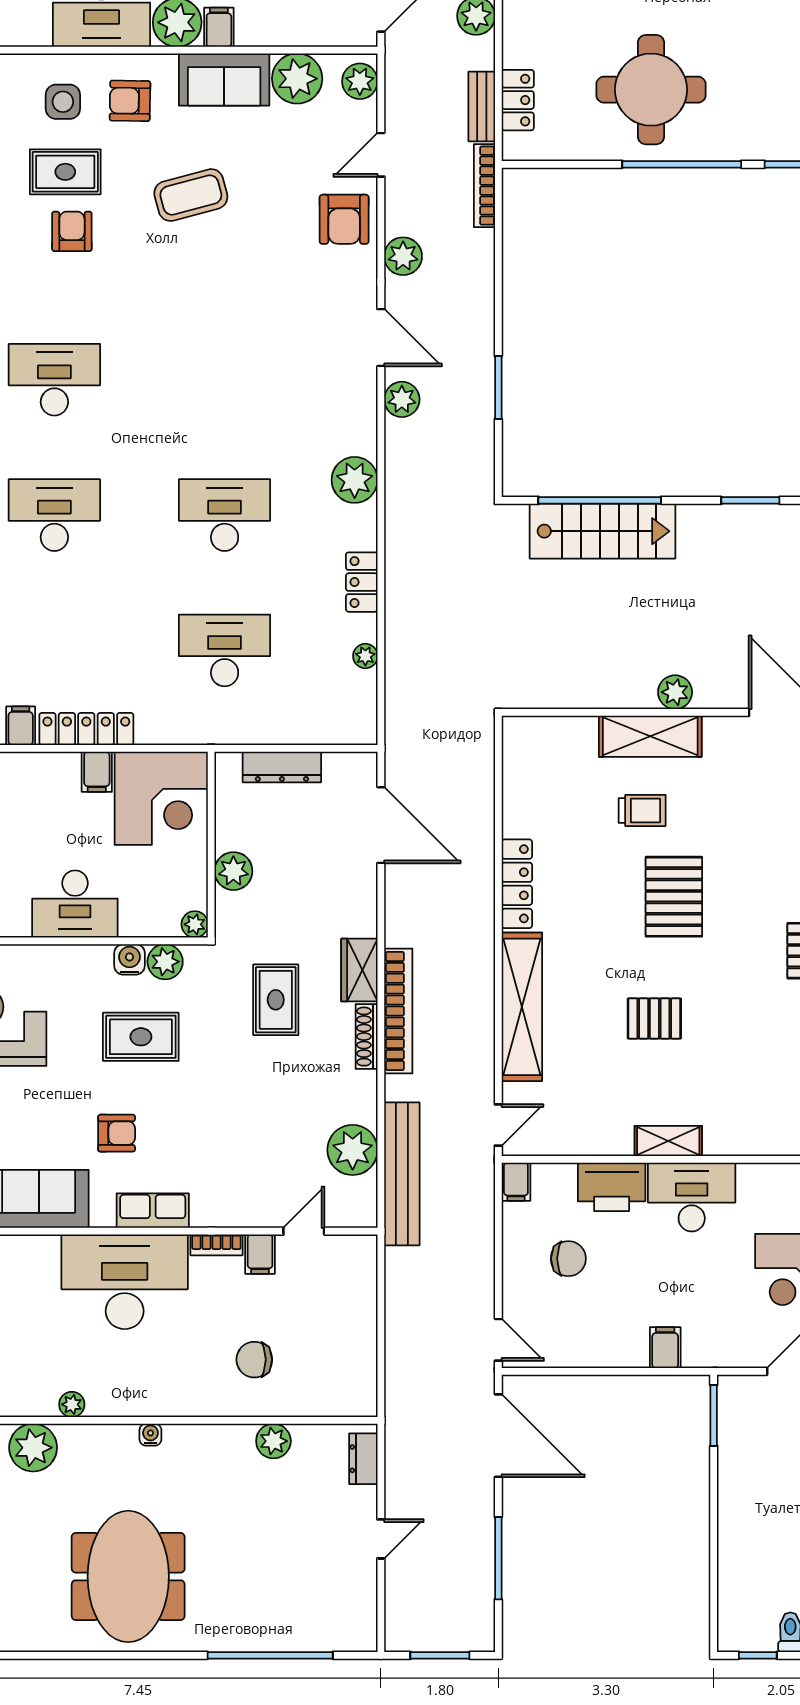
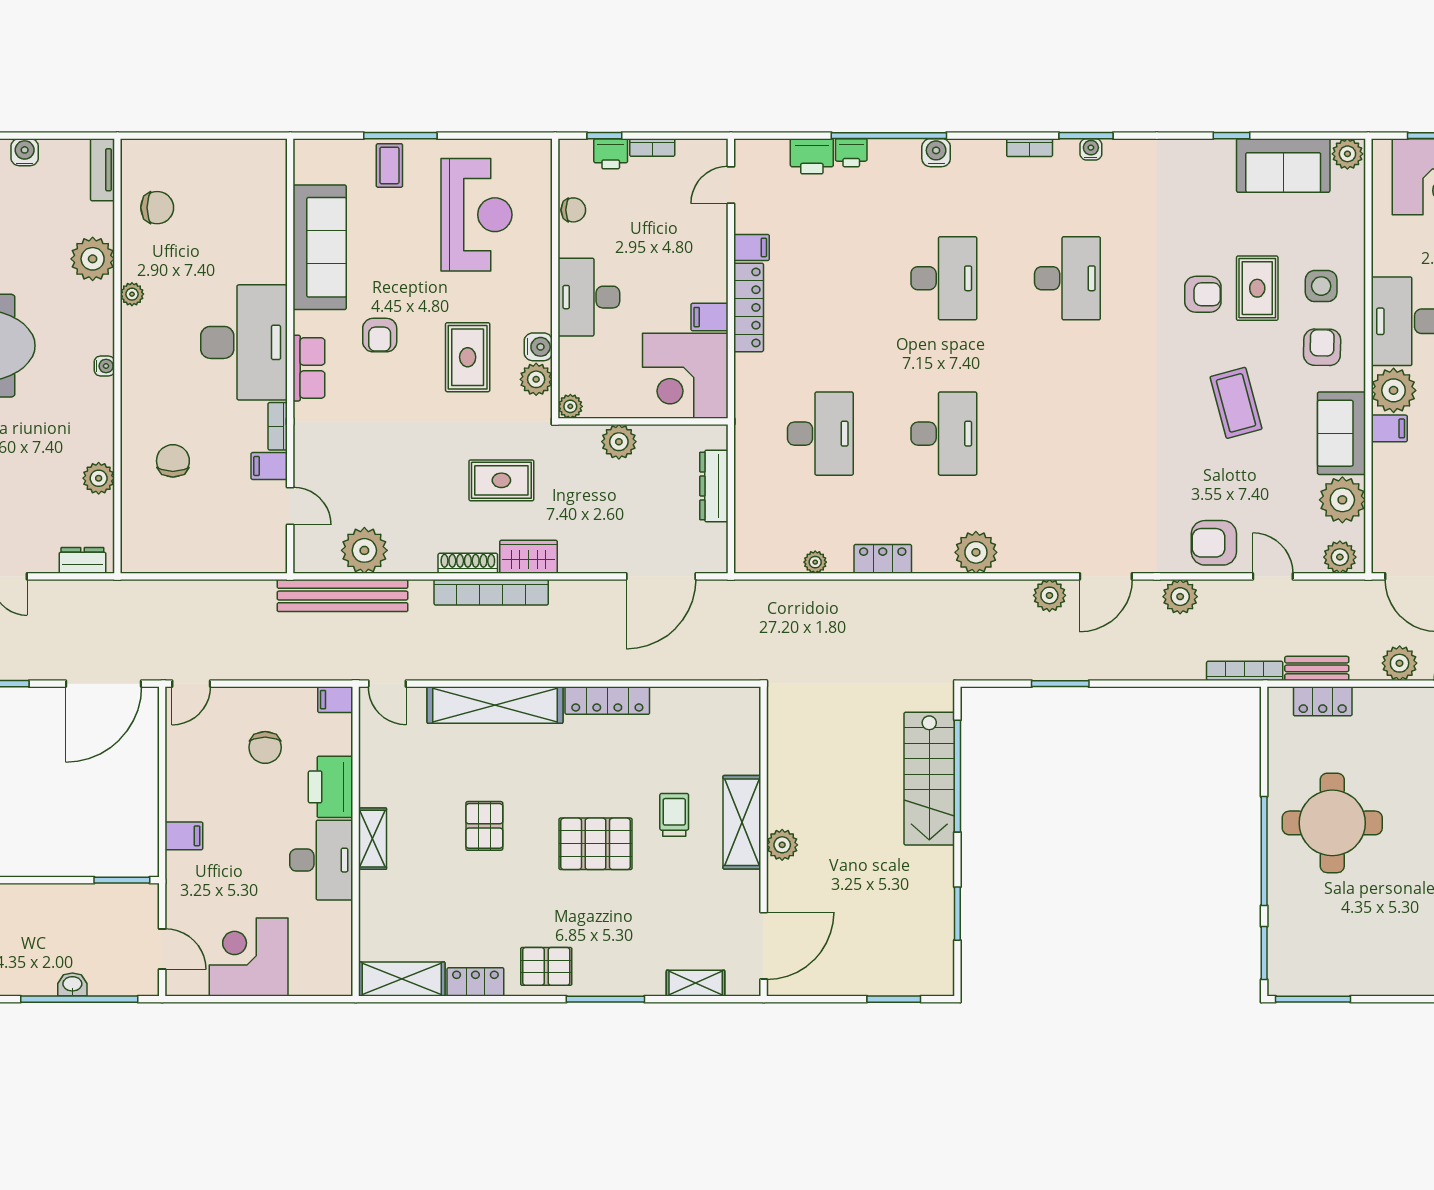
trolley: (642, 810) -> (674, 815), turned 180

